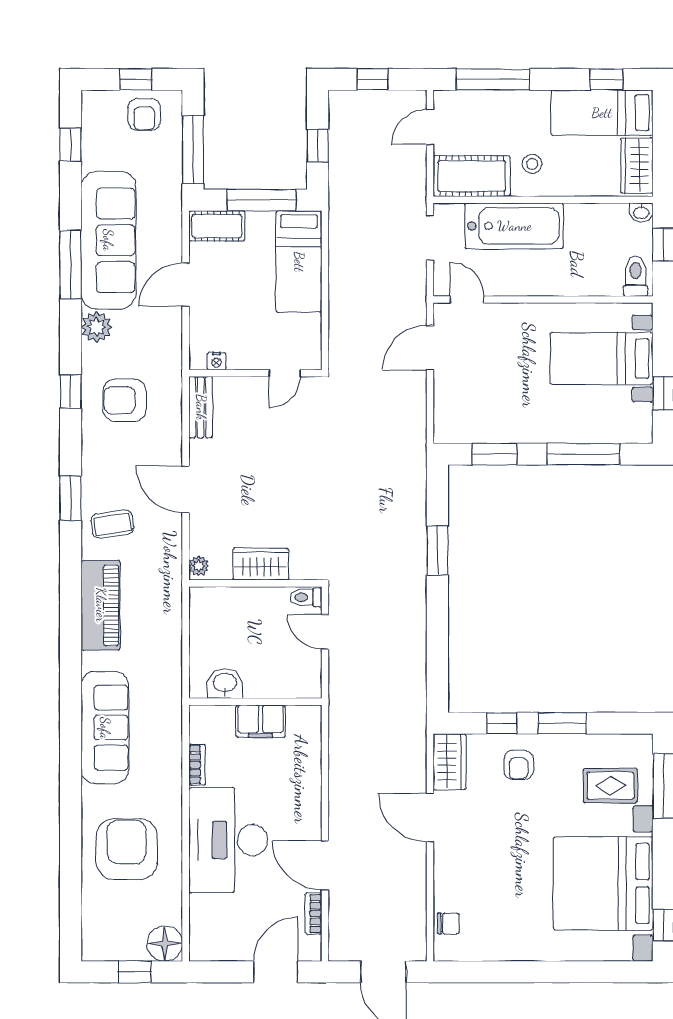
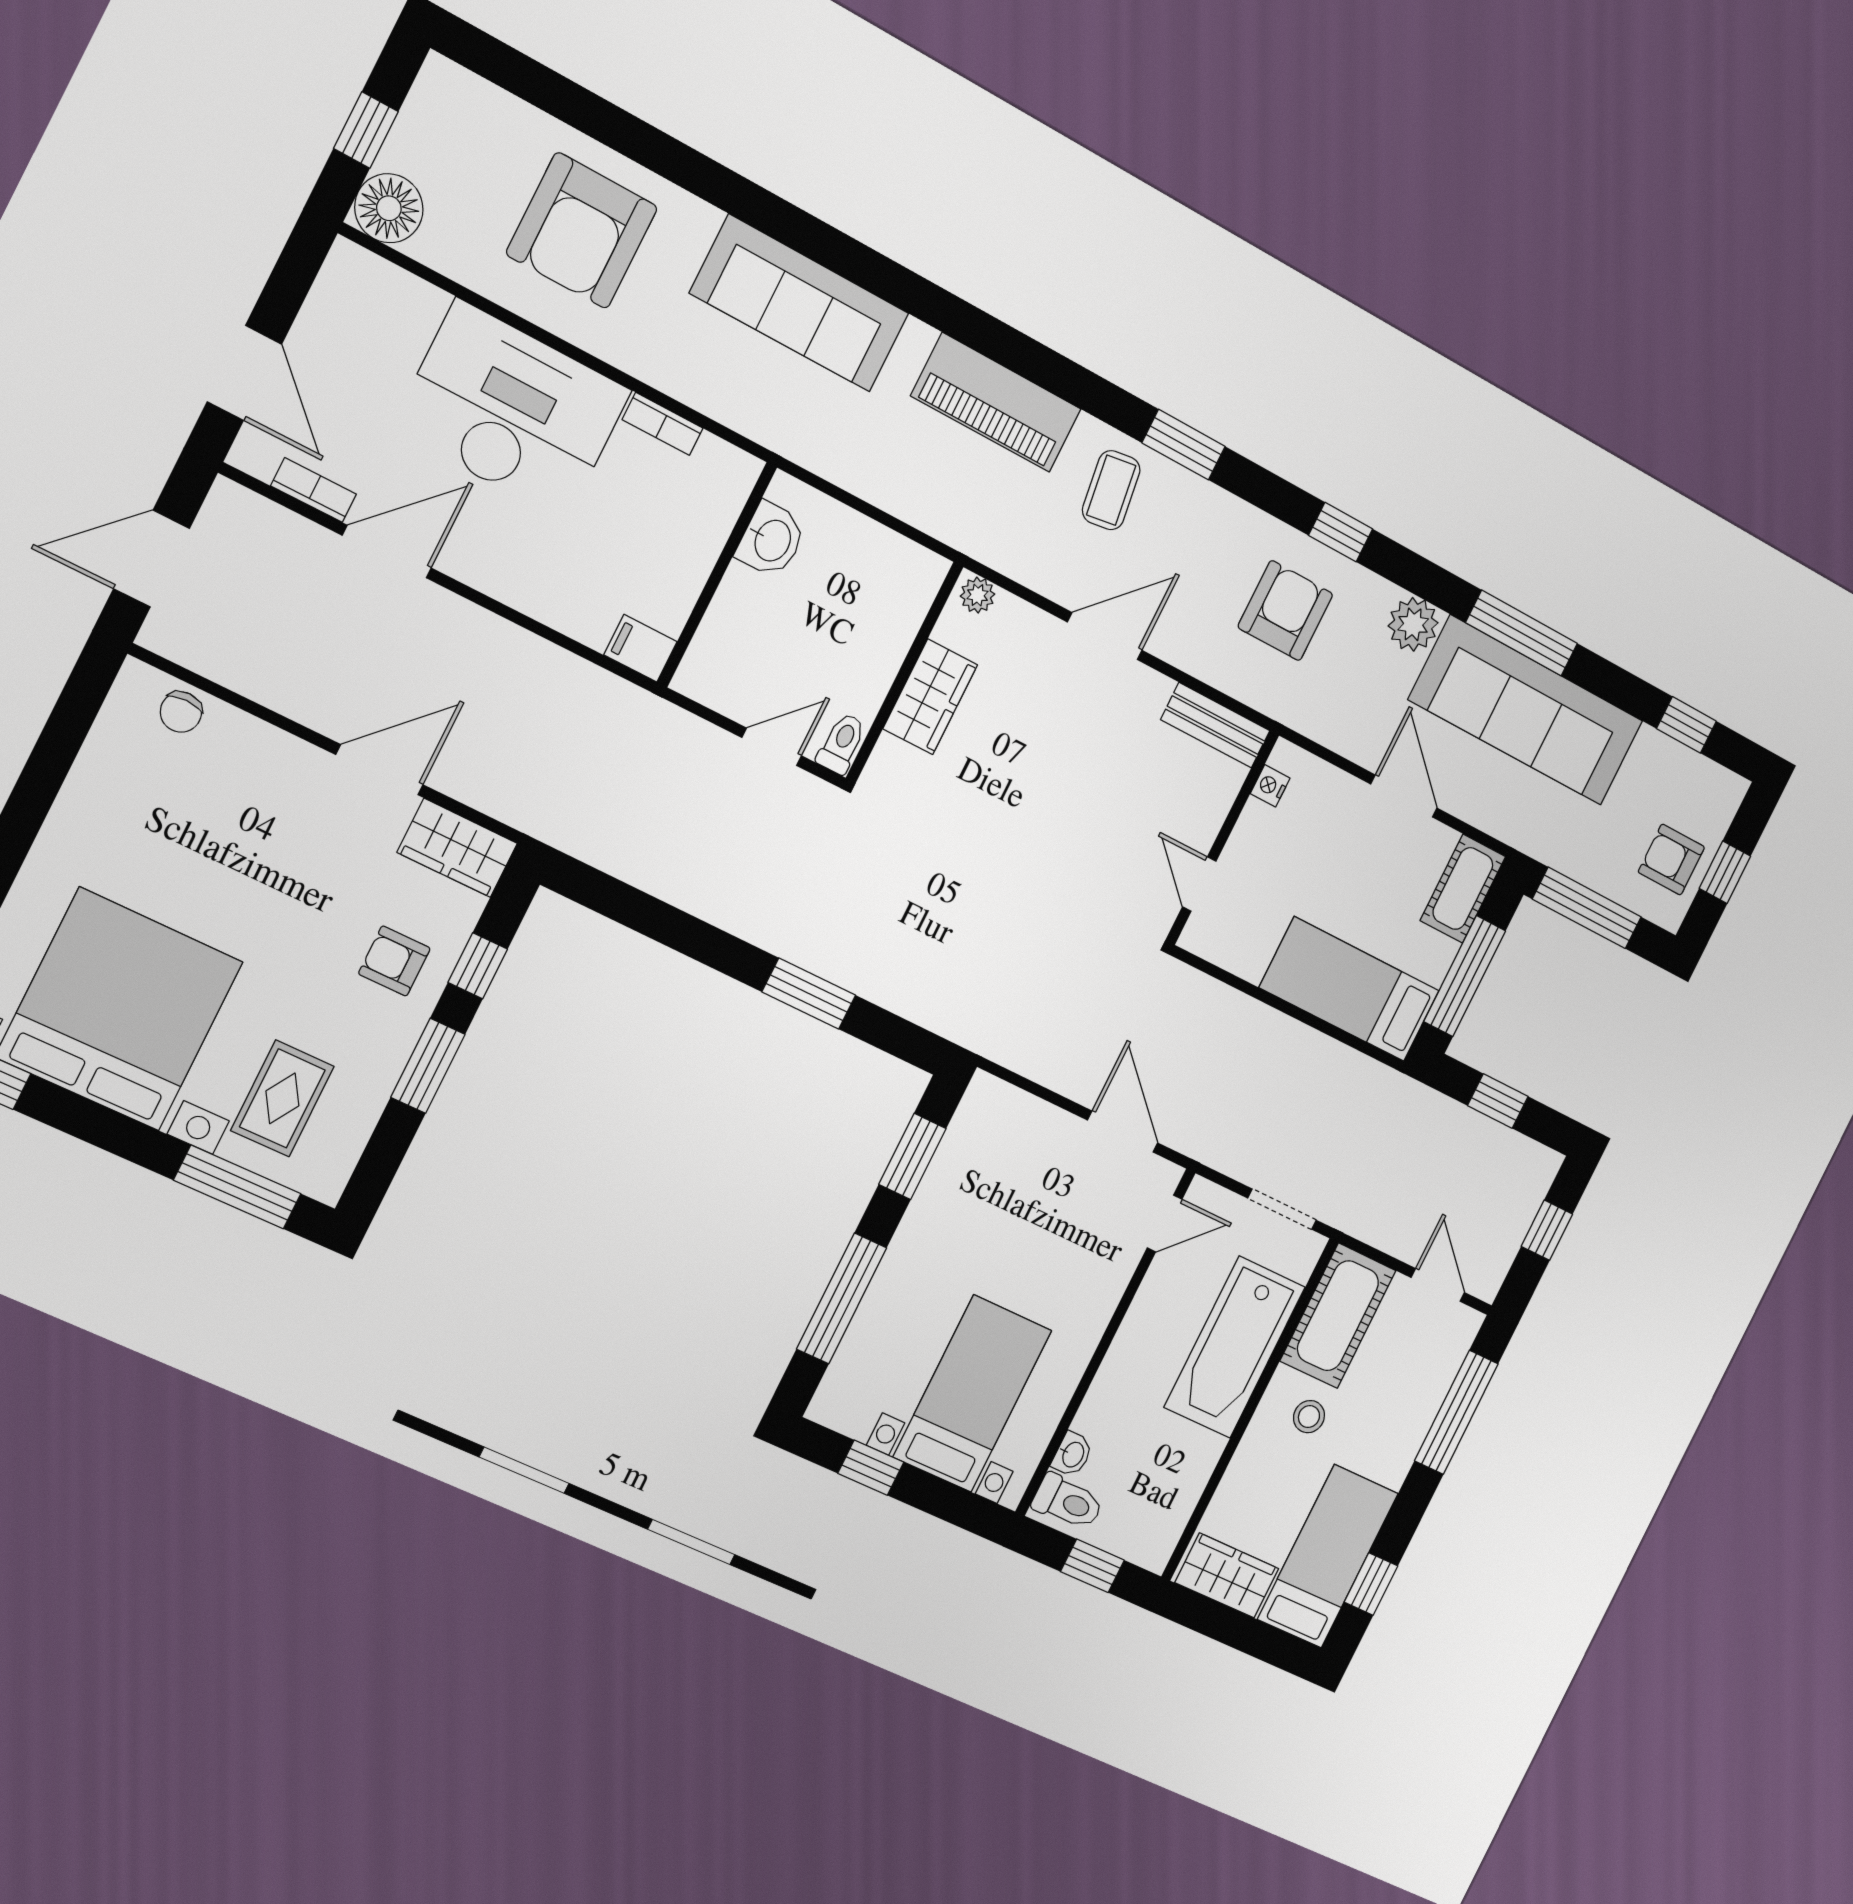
washbasin: (641, 212) -> (1072, 1454), moved, turned 180
filing cabinet: (261, 721) -> (640, 648), moved, width x0.50
armchair: (127, 849) -> (582, 230), turned 90

